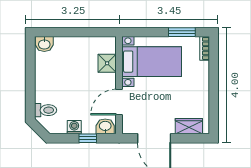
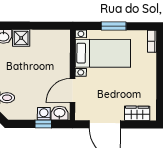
window: (182, 32) -> (114, 26), moved
shower: (107, 63) -> (21, 38), moved
washing machine: (74, 127) -> (44, 114), moved

